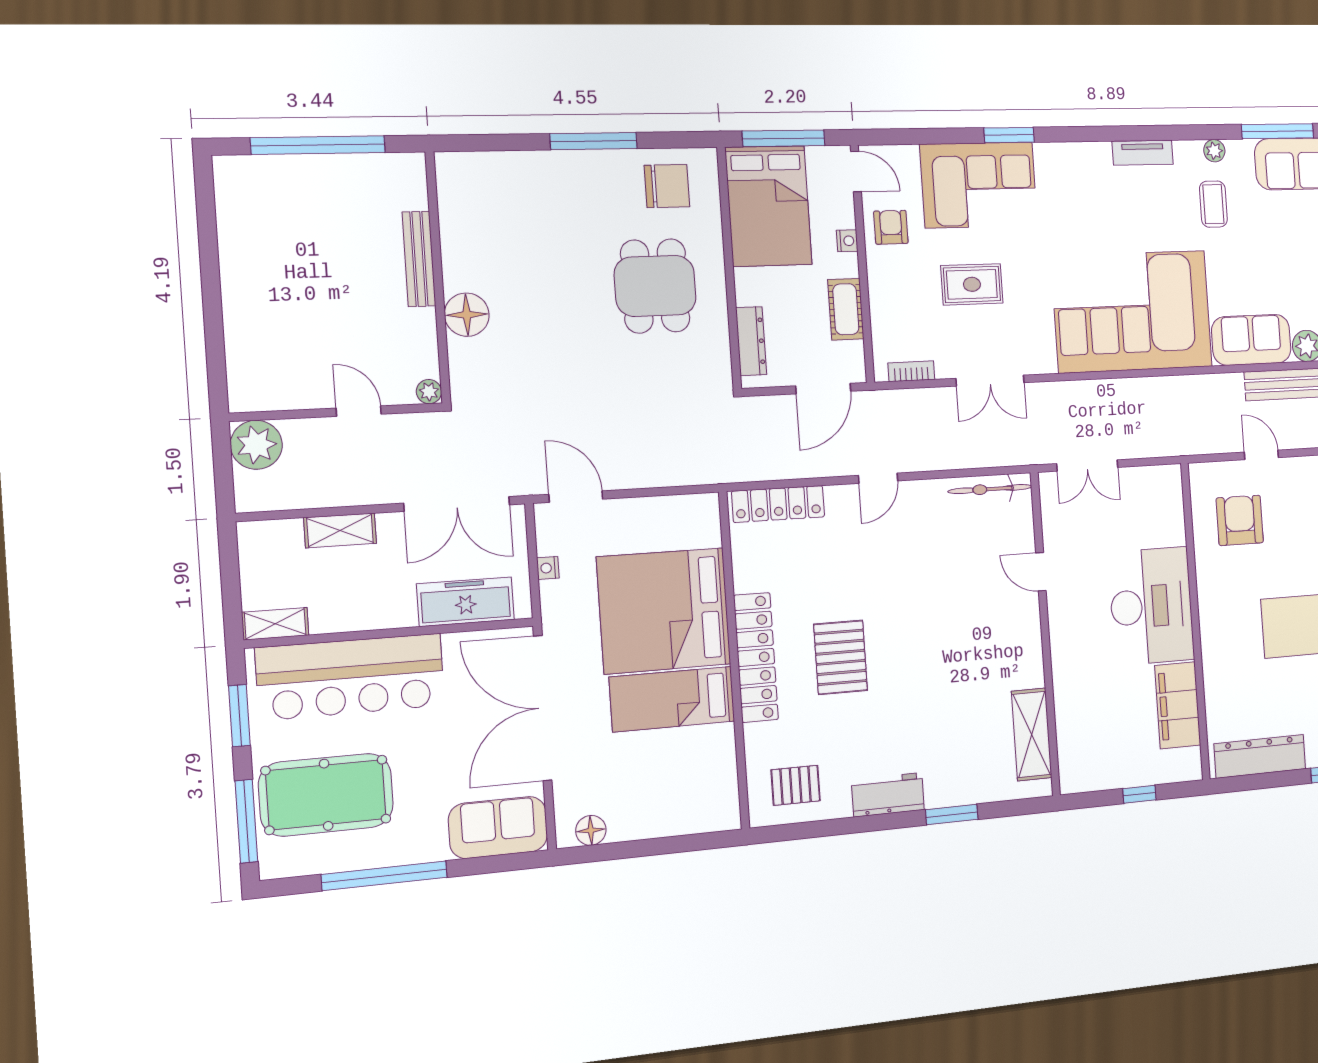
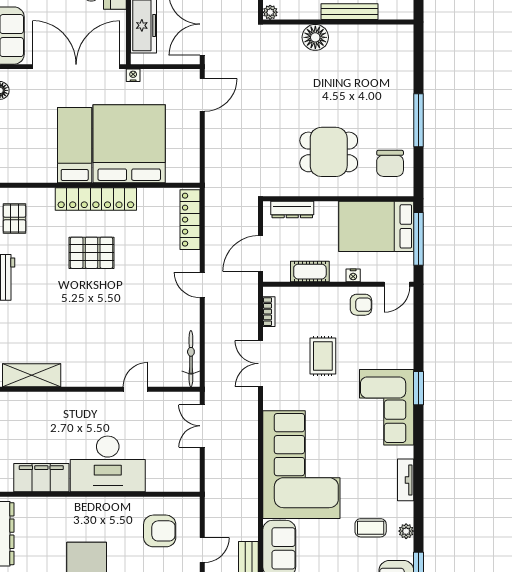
corner sofa: (979, 185) -> (387, 407), moved
door: (823, 389) -> (261, 253), hinge flipped
nightstand: (548, 568) -> (133, 75), moved

